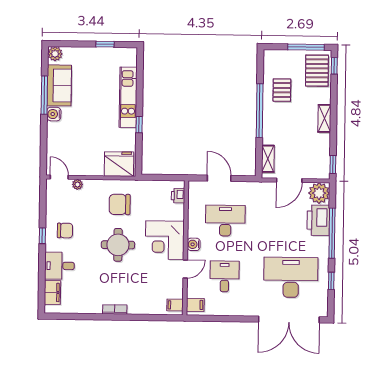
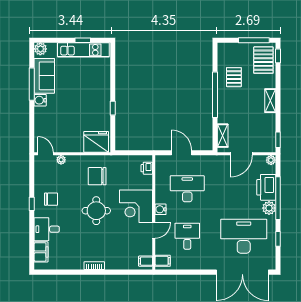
kitchen unit: (128, 97) -> (83, 50), moved, turned -90
plant: (319, 193) -> (271, 160), width x0.53, depth x0.53
plant: (321, 245) -> (269, 208), added

